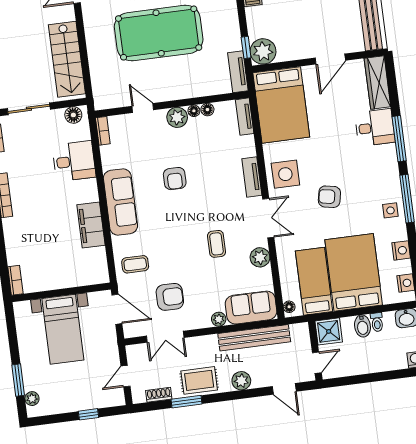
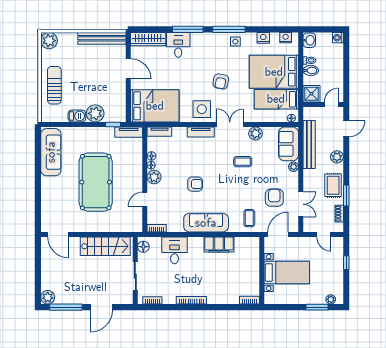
plant: (263, 51) -> (95, 113), moved
door: (317, 363) -> (331, 104), hinge flipped

